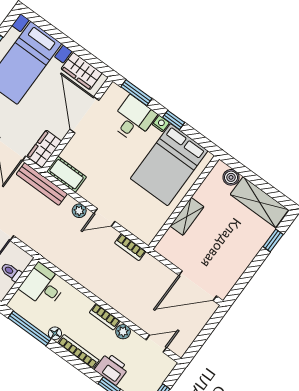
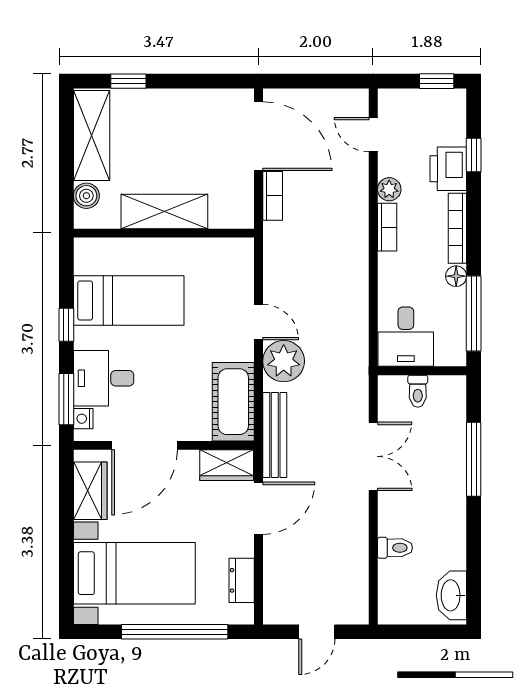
nightstand: (161, 124) -> (83, 419), moved
bed: (169, 165) -> (129, 300), width x0.67
cot: (66, 174) -> (233, 402), width x1.37, depth x1.34
plant: (79, 211) -> (284, 361), width x1.88, depth x1.88
shelving: (187, 216) -> (164, 212), width x1.50, depth x1.33
bookcase: (130, 247) -> (273, 196), moved

